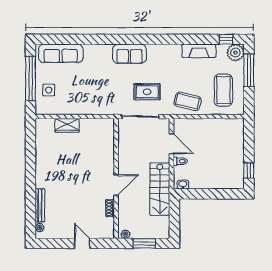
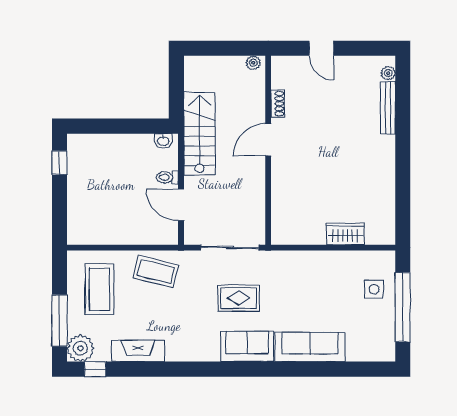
sofa: (61, 53) -> (310, 347), moved
rug: (147, 92) -> (239, 298), moved
window: (144, 243) -> (224, 48), removed

